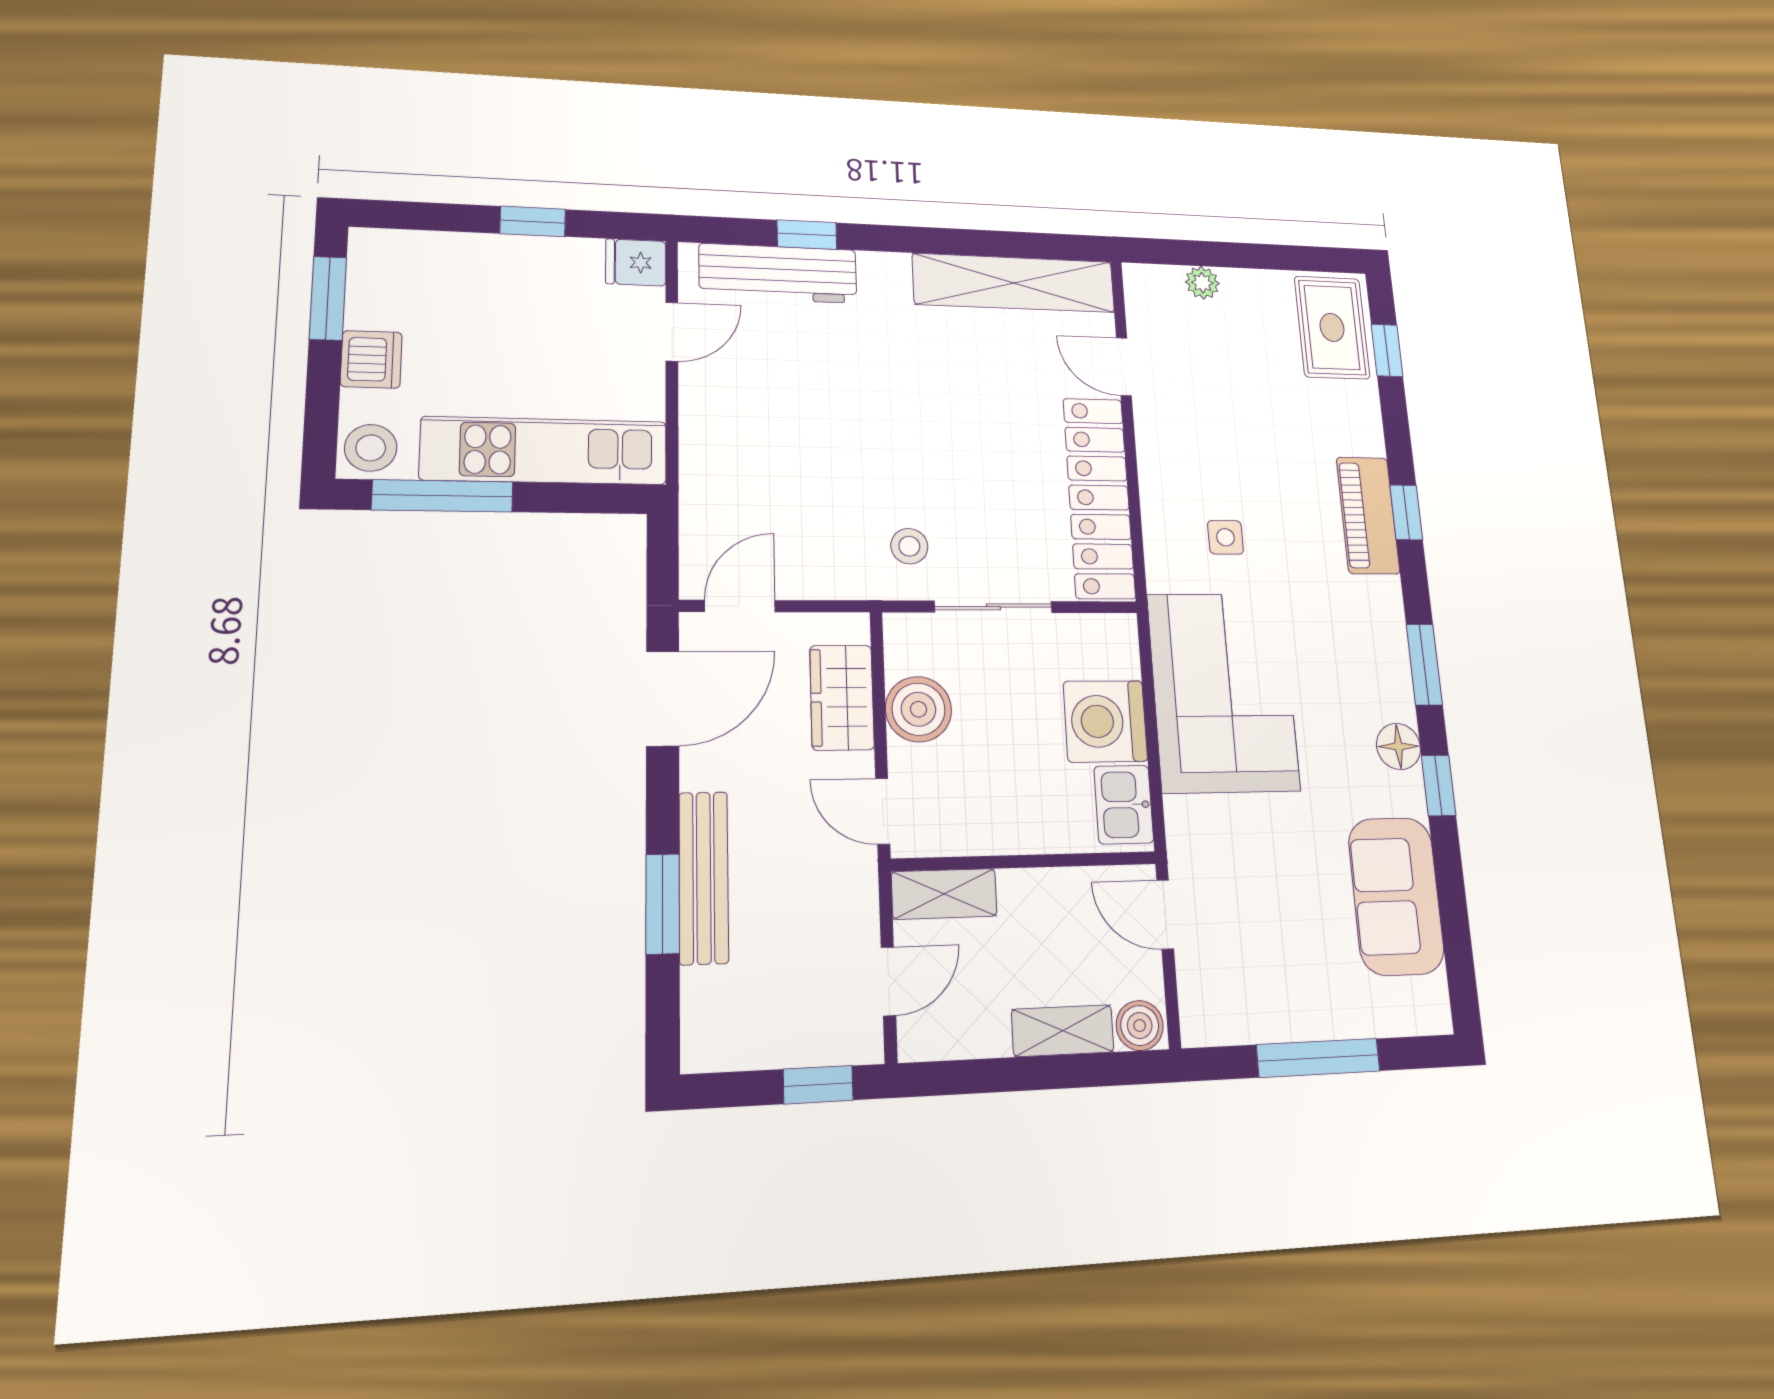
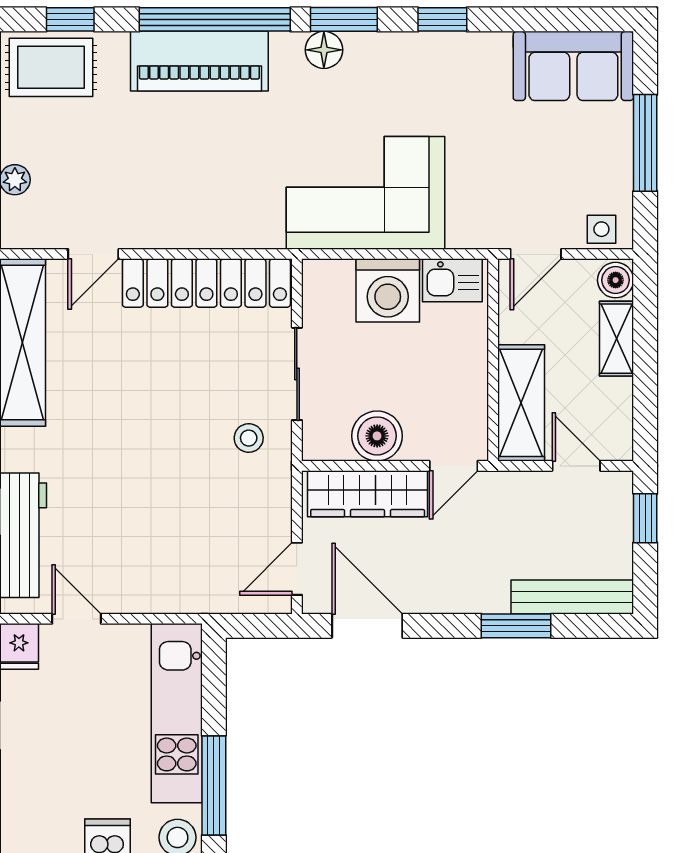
window: (1406, 512) -> (215, 19), width x3.17
piano: (1368, 515) -> (199, 61), width x1.37, depth x1.33
side table: (1225, 537) -> (601, 229), moved
door: (740, 606) -> (297, 569), hinge flipped
wardrobe: (842, 697) -> (368, 494), width x1.50
floor lamp: (1399, 746) -> (324, 50), moved
bench: (704, 877) -> (572, 597), moved
shelving: (944, 894) -> (521, 403), width x1.50, depth x1.33
sofa: (1396, 896) -> (573, 66), moved

